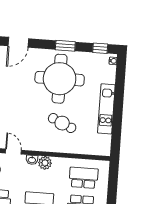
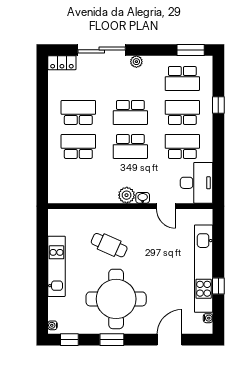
school desk: (84, 178) -> (78, 180), removed

